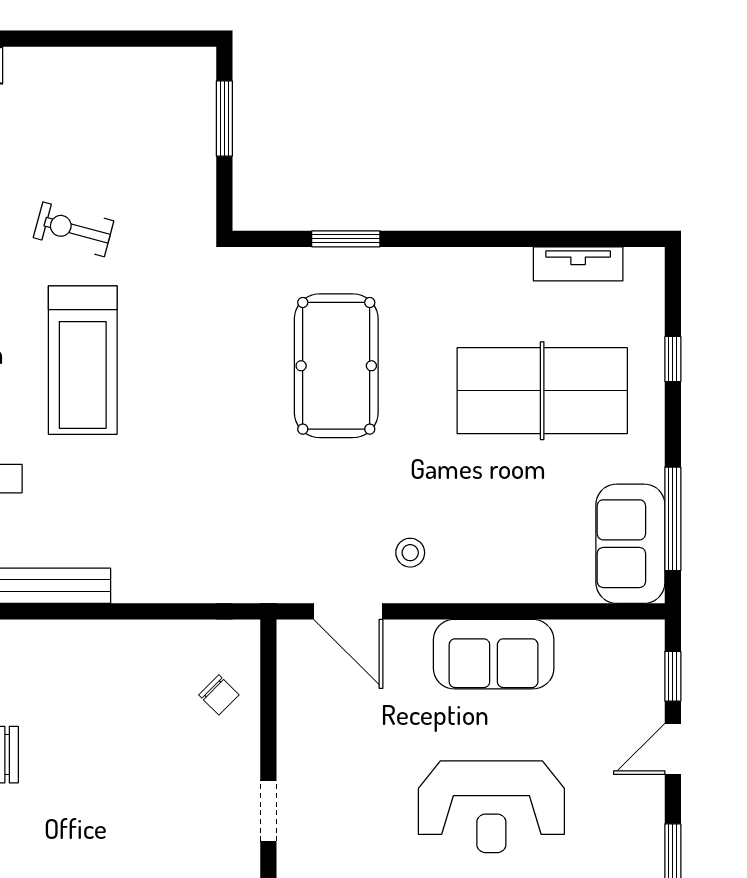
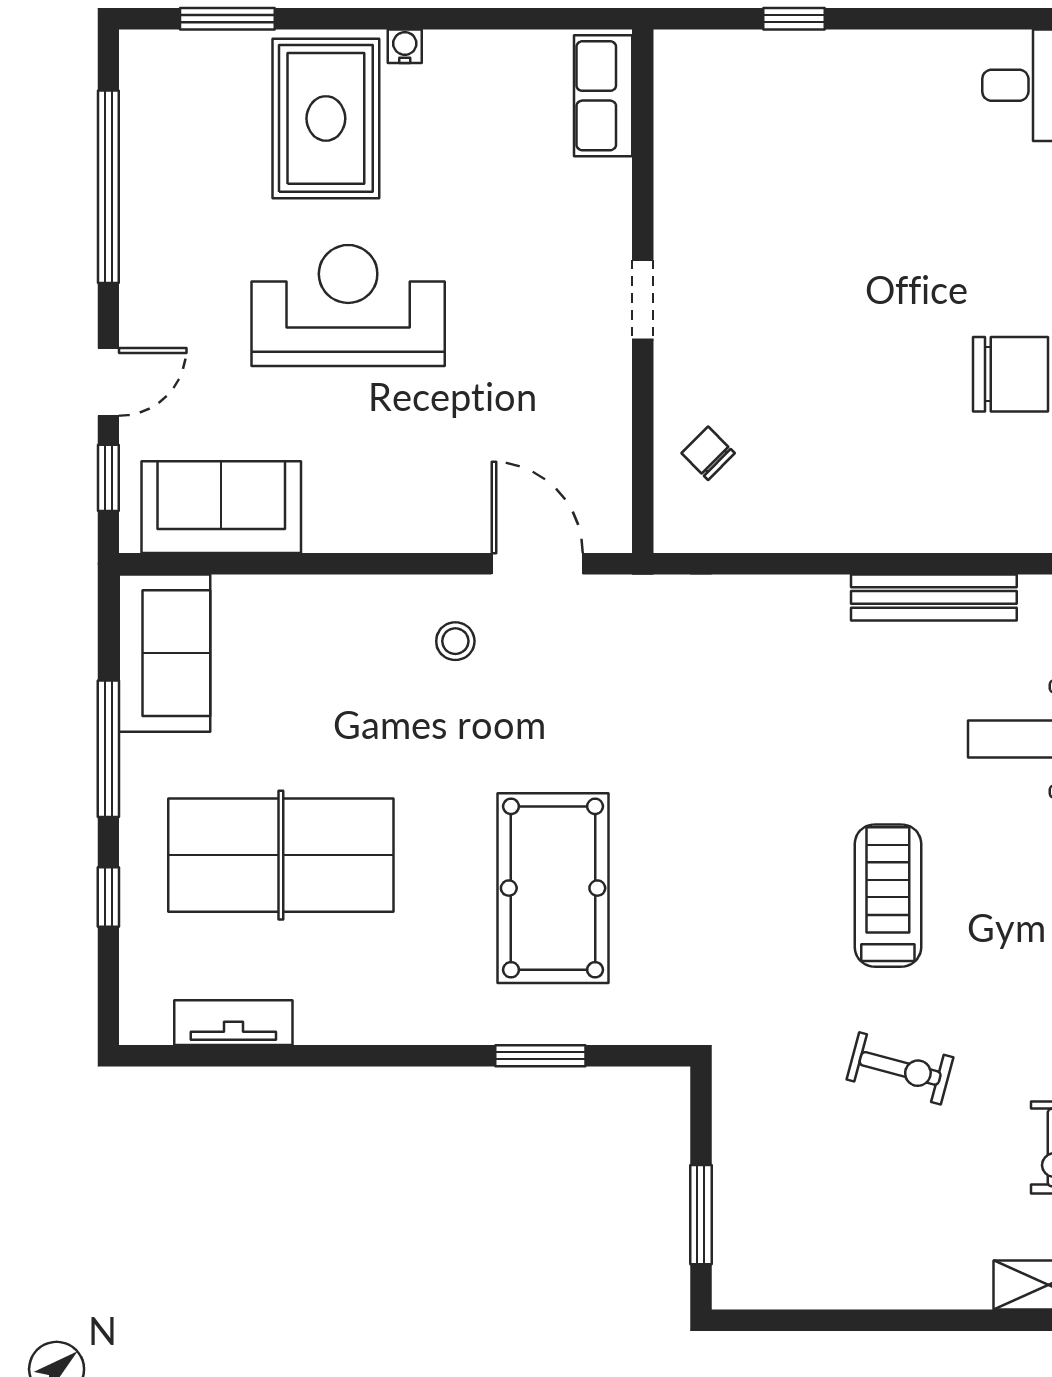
treadmill: (83, 360) -> (888, 896), width x0.73, depth x0.73
window: (673, 519) -> (108, 749), moved
sofa: (494, 654) -> (221, 507), moved

